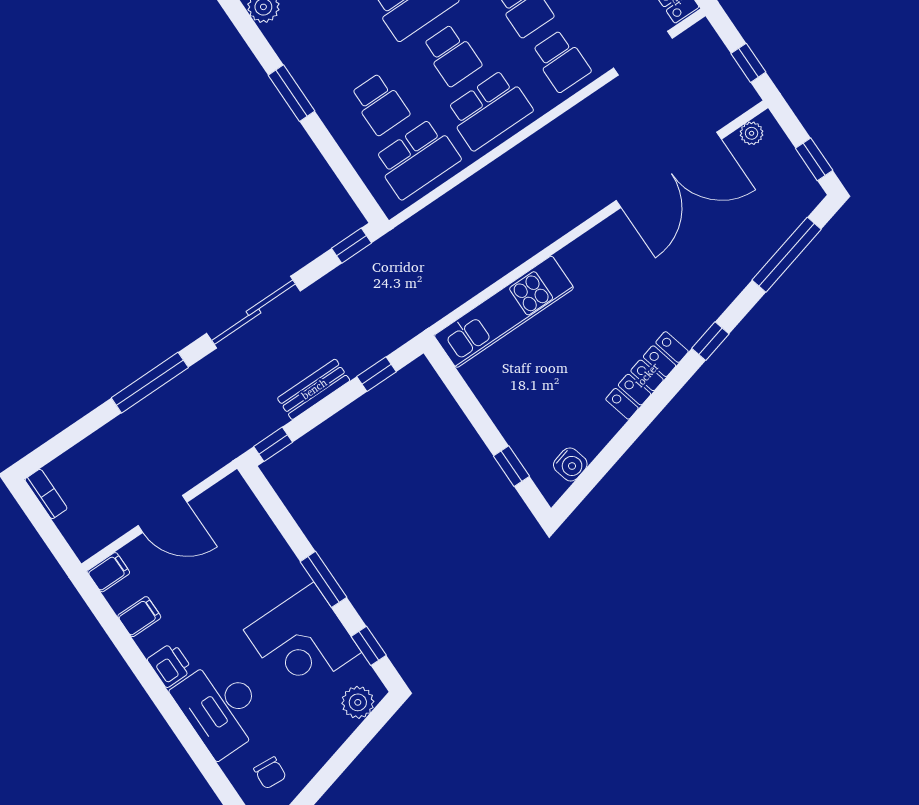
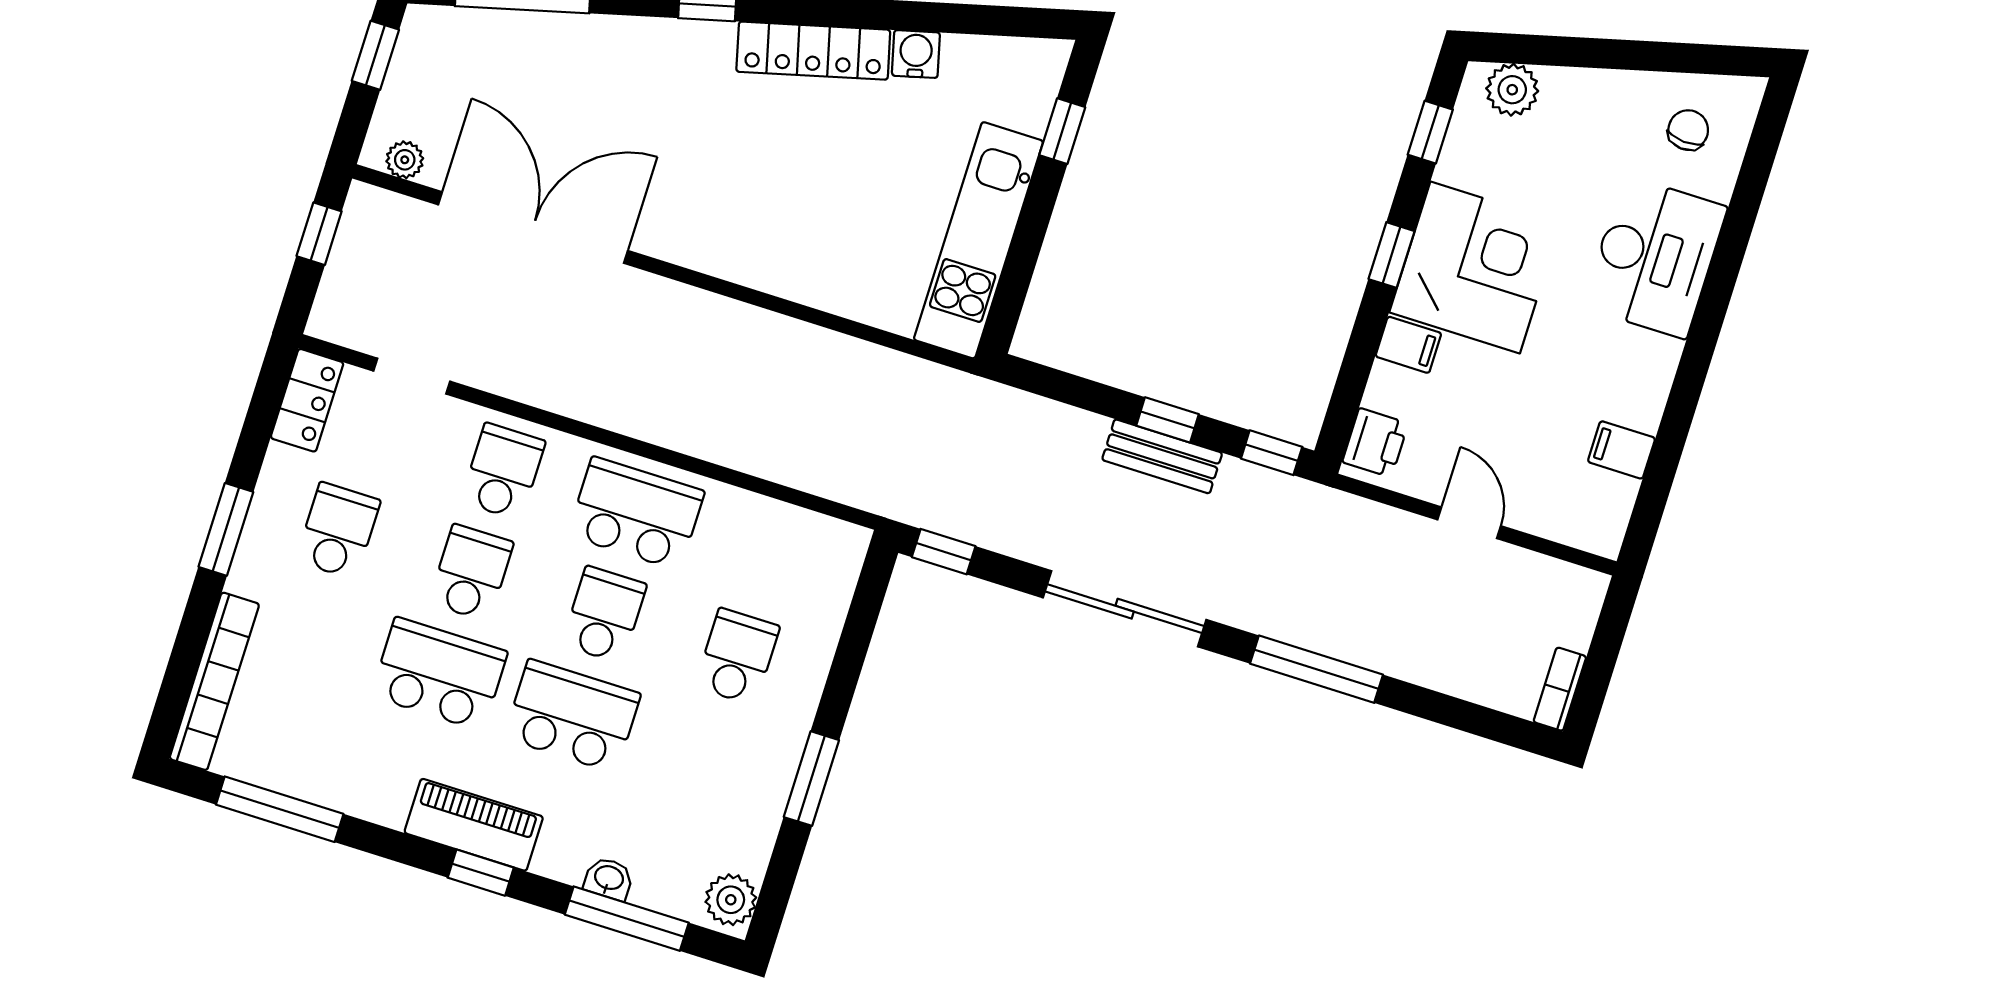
doorway: (643, 53) -> (412, 376), width x0.73
school desk: (417, 159) -> (769, 555), removed
kitchen unit: (504, 312) -> (978, 240), moved, turned -90
window: (376, 374) -> (1168, 420), moved
water cooler: (570, 464) -> (916, 54), moved
door: (162, 514) -> (1469, 523), width x0.73
filing cabinet: (109, 572) -> (1408, 345), moved, turned 180
window: (324, 579) -> (1392, 255), width x0.67
corner desk: (303, 641) -> (1475, 268), moved
printer: (170, 665) -> (1375, 443), moved, turned 180

